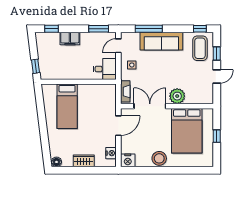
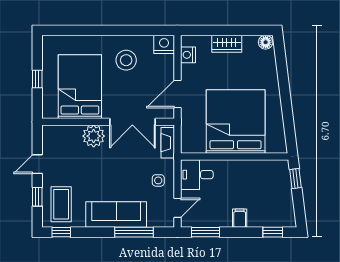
filing cabinet: (70, 38) -> (240, 218), width x0.50
bed: (67, 106) -> (236, 121), width x2.04
stool: (159, 158) -> (126, 60), moved

